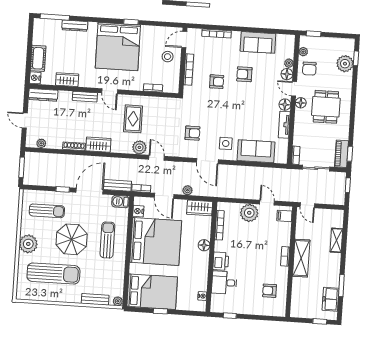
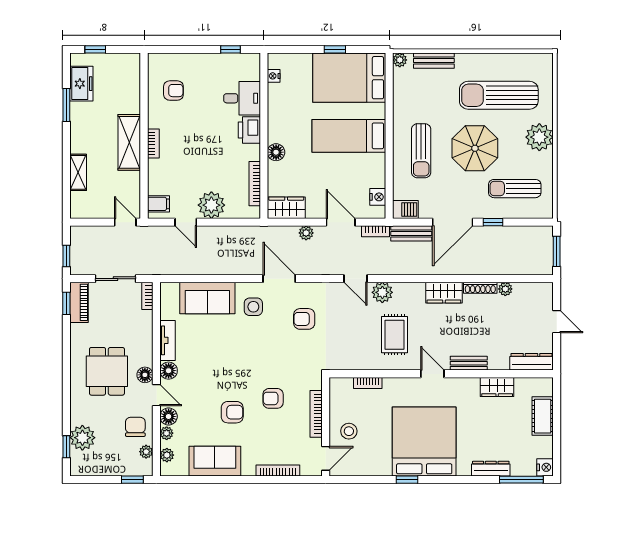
plant: (290, 49) -> (167, 455), added
nightstand: (35, 78) -> (545, 467), moved
plant: (41, 143) -> (505, 289), moved
bed: (156, 241) -> (349, 136), width x0.49

